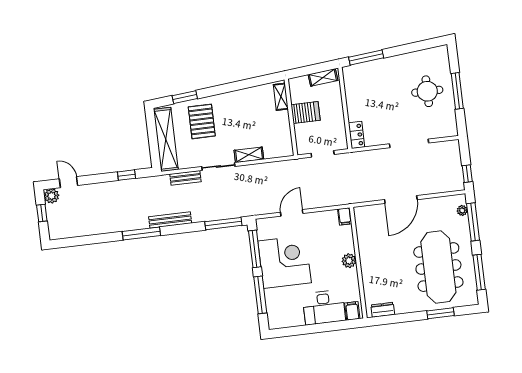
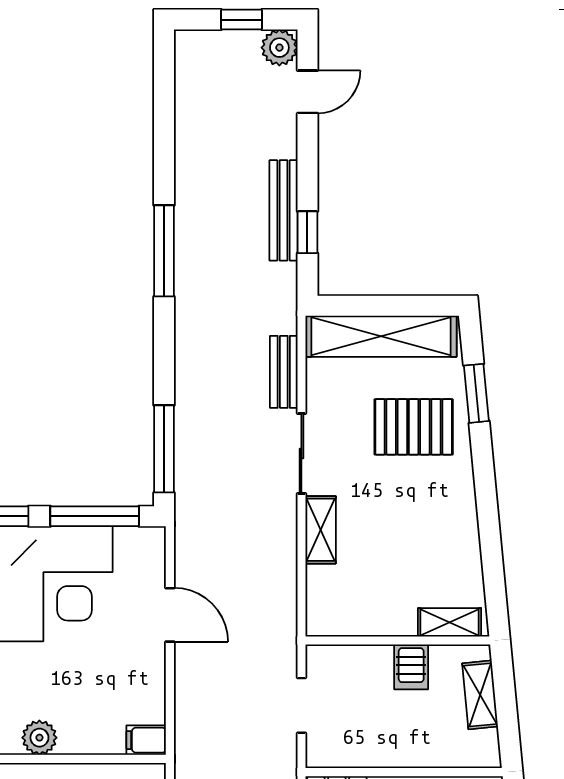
shelving: (323, 77) -> (480, 695), moved
server rack: (306, 112) -> (411, 667), width x0.73, depth x0.70
bench: (170, 220) -> (283, 210), moved

